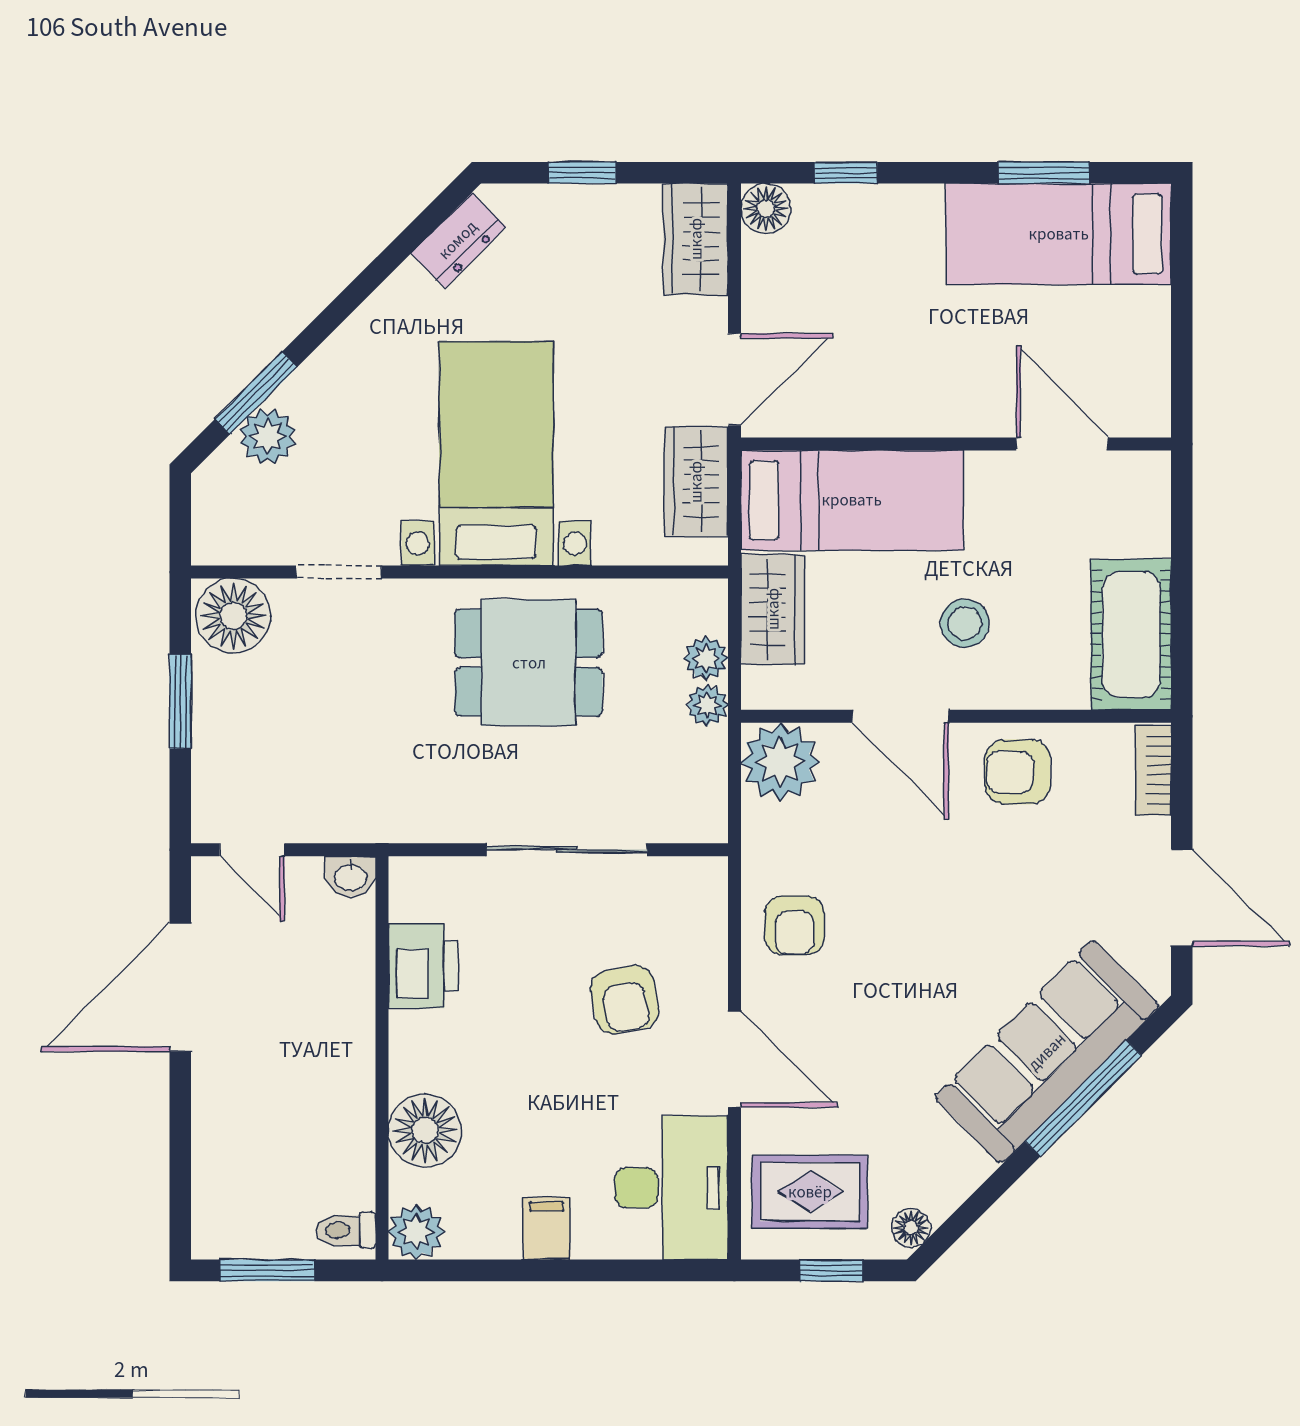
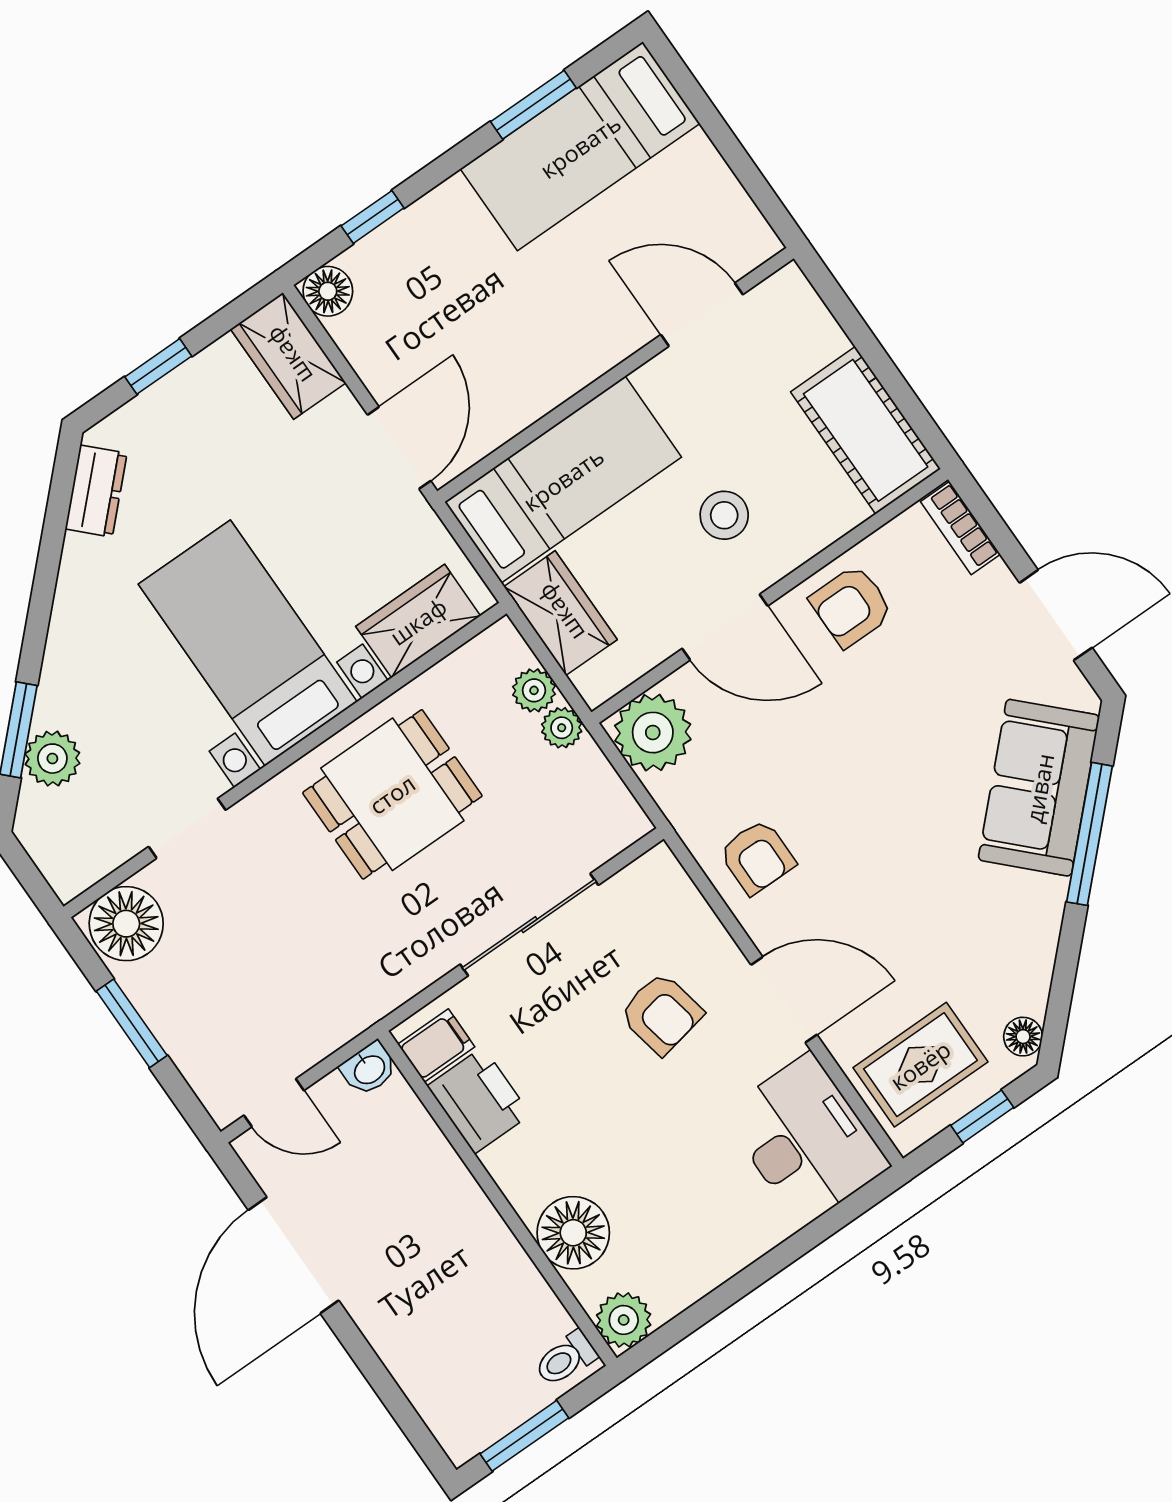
wardrobe: (696, 482) -> (418, 621), moved, turned 90
sofa: (1047, 1052) -> (1039, 788), width x0.73
filing cabinet: (547, 1228) -> (436, 1045), moved, turned 90

